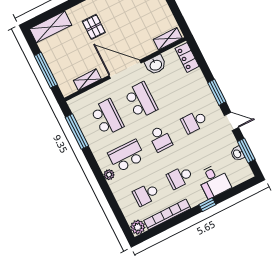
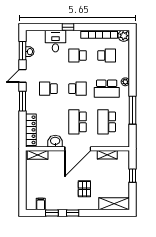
locker: (187, 57) -> (31, 130), width x1.53
door: (125, 69) -> (78, 149), hinge flipped
window: (46, 70) -> (132, 176), width x0.46
door: (231, 121) -> (23, 76), hinge flipped
school desk: (194, 122) -> (48, 89), turned 180
window: (77, 132) -> (132, 110), moved
school desk: (160, 139) -> (78, 89), turned 90
school desk: (180, 177) -> (78, 55), turned 180

